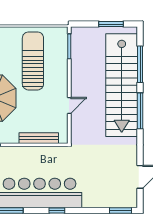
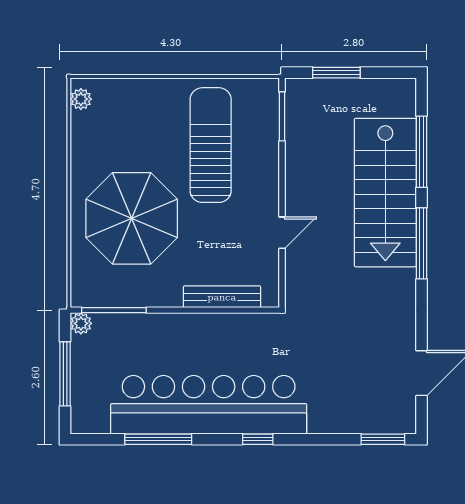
window: (111, 24) -> (336, 73), moved
stairs: (122, 85) -> (385, 193), width x0.73

